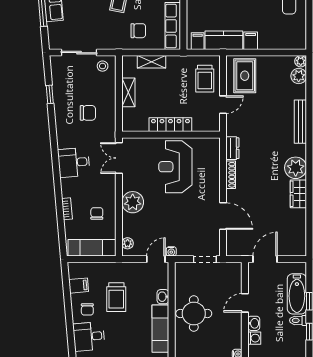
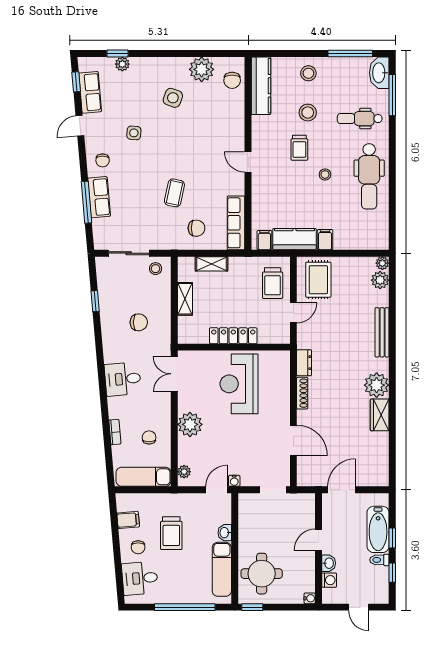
round table: (194, 314) -> (262, 574), moved

